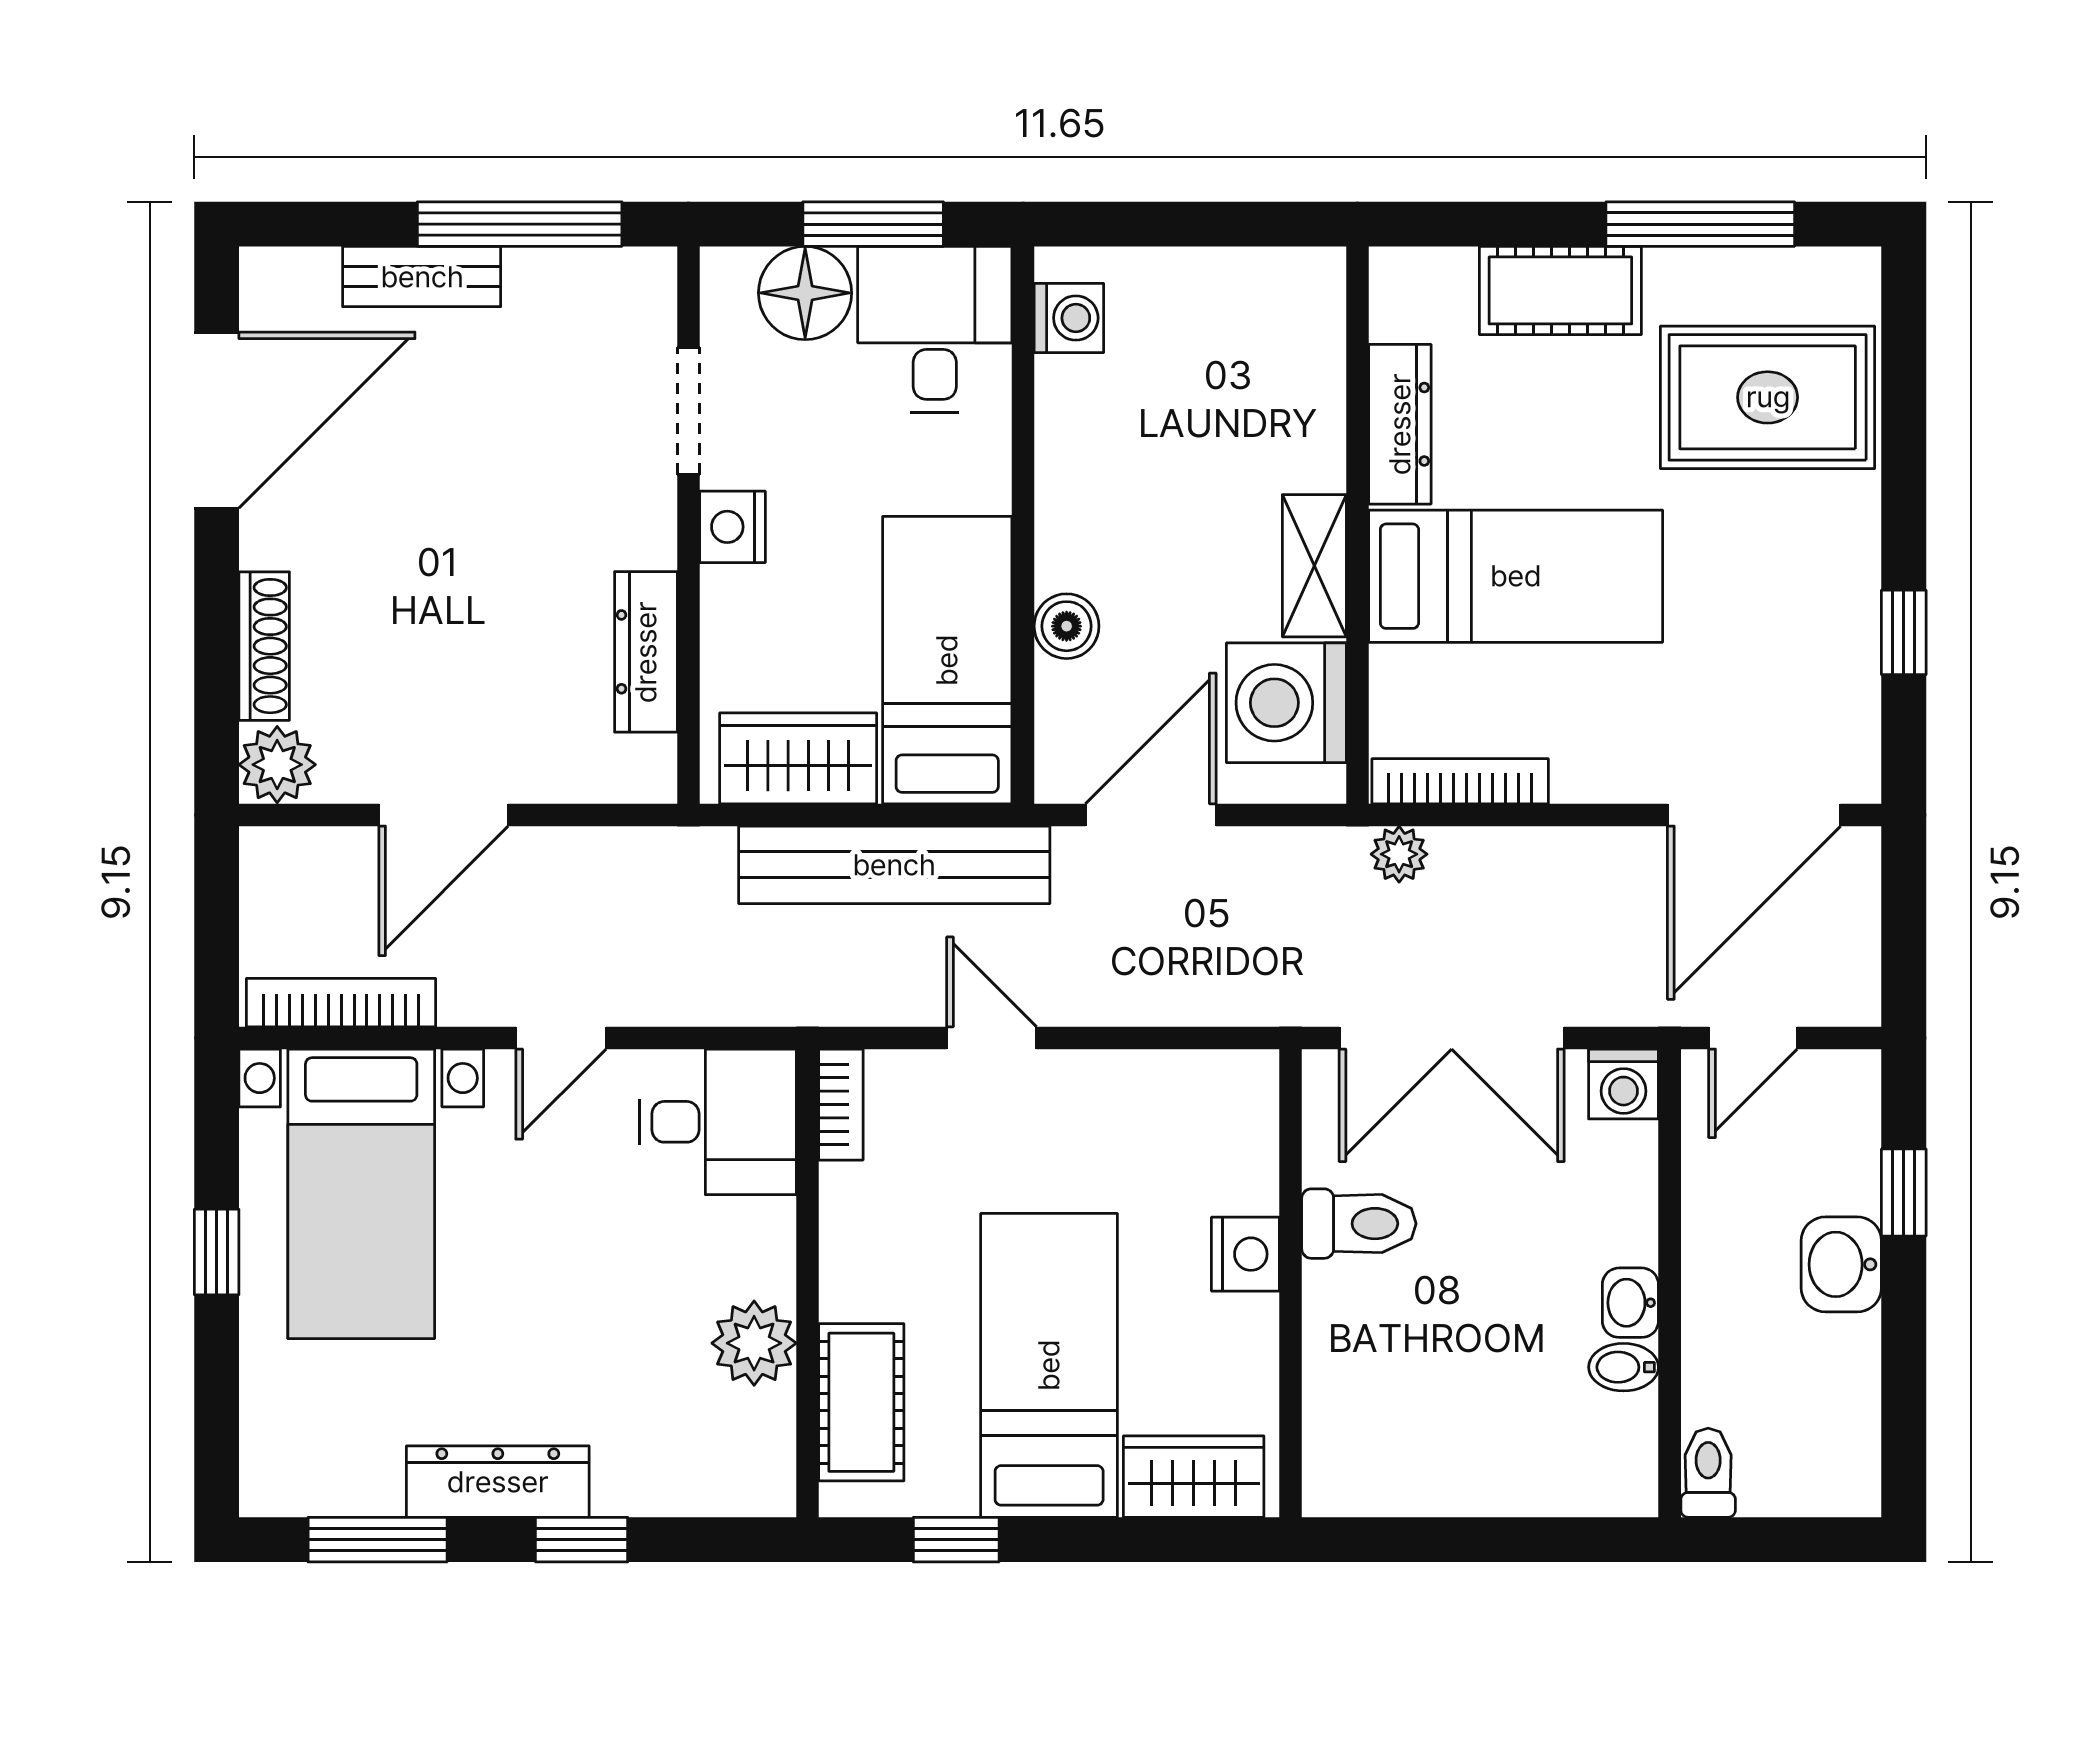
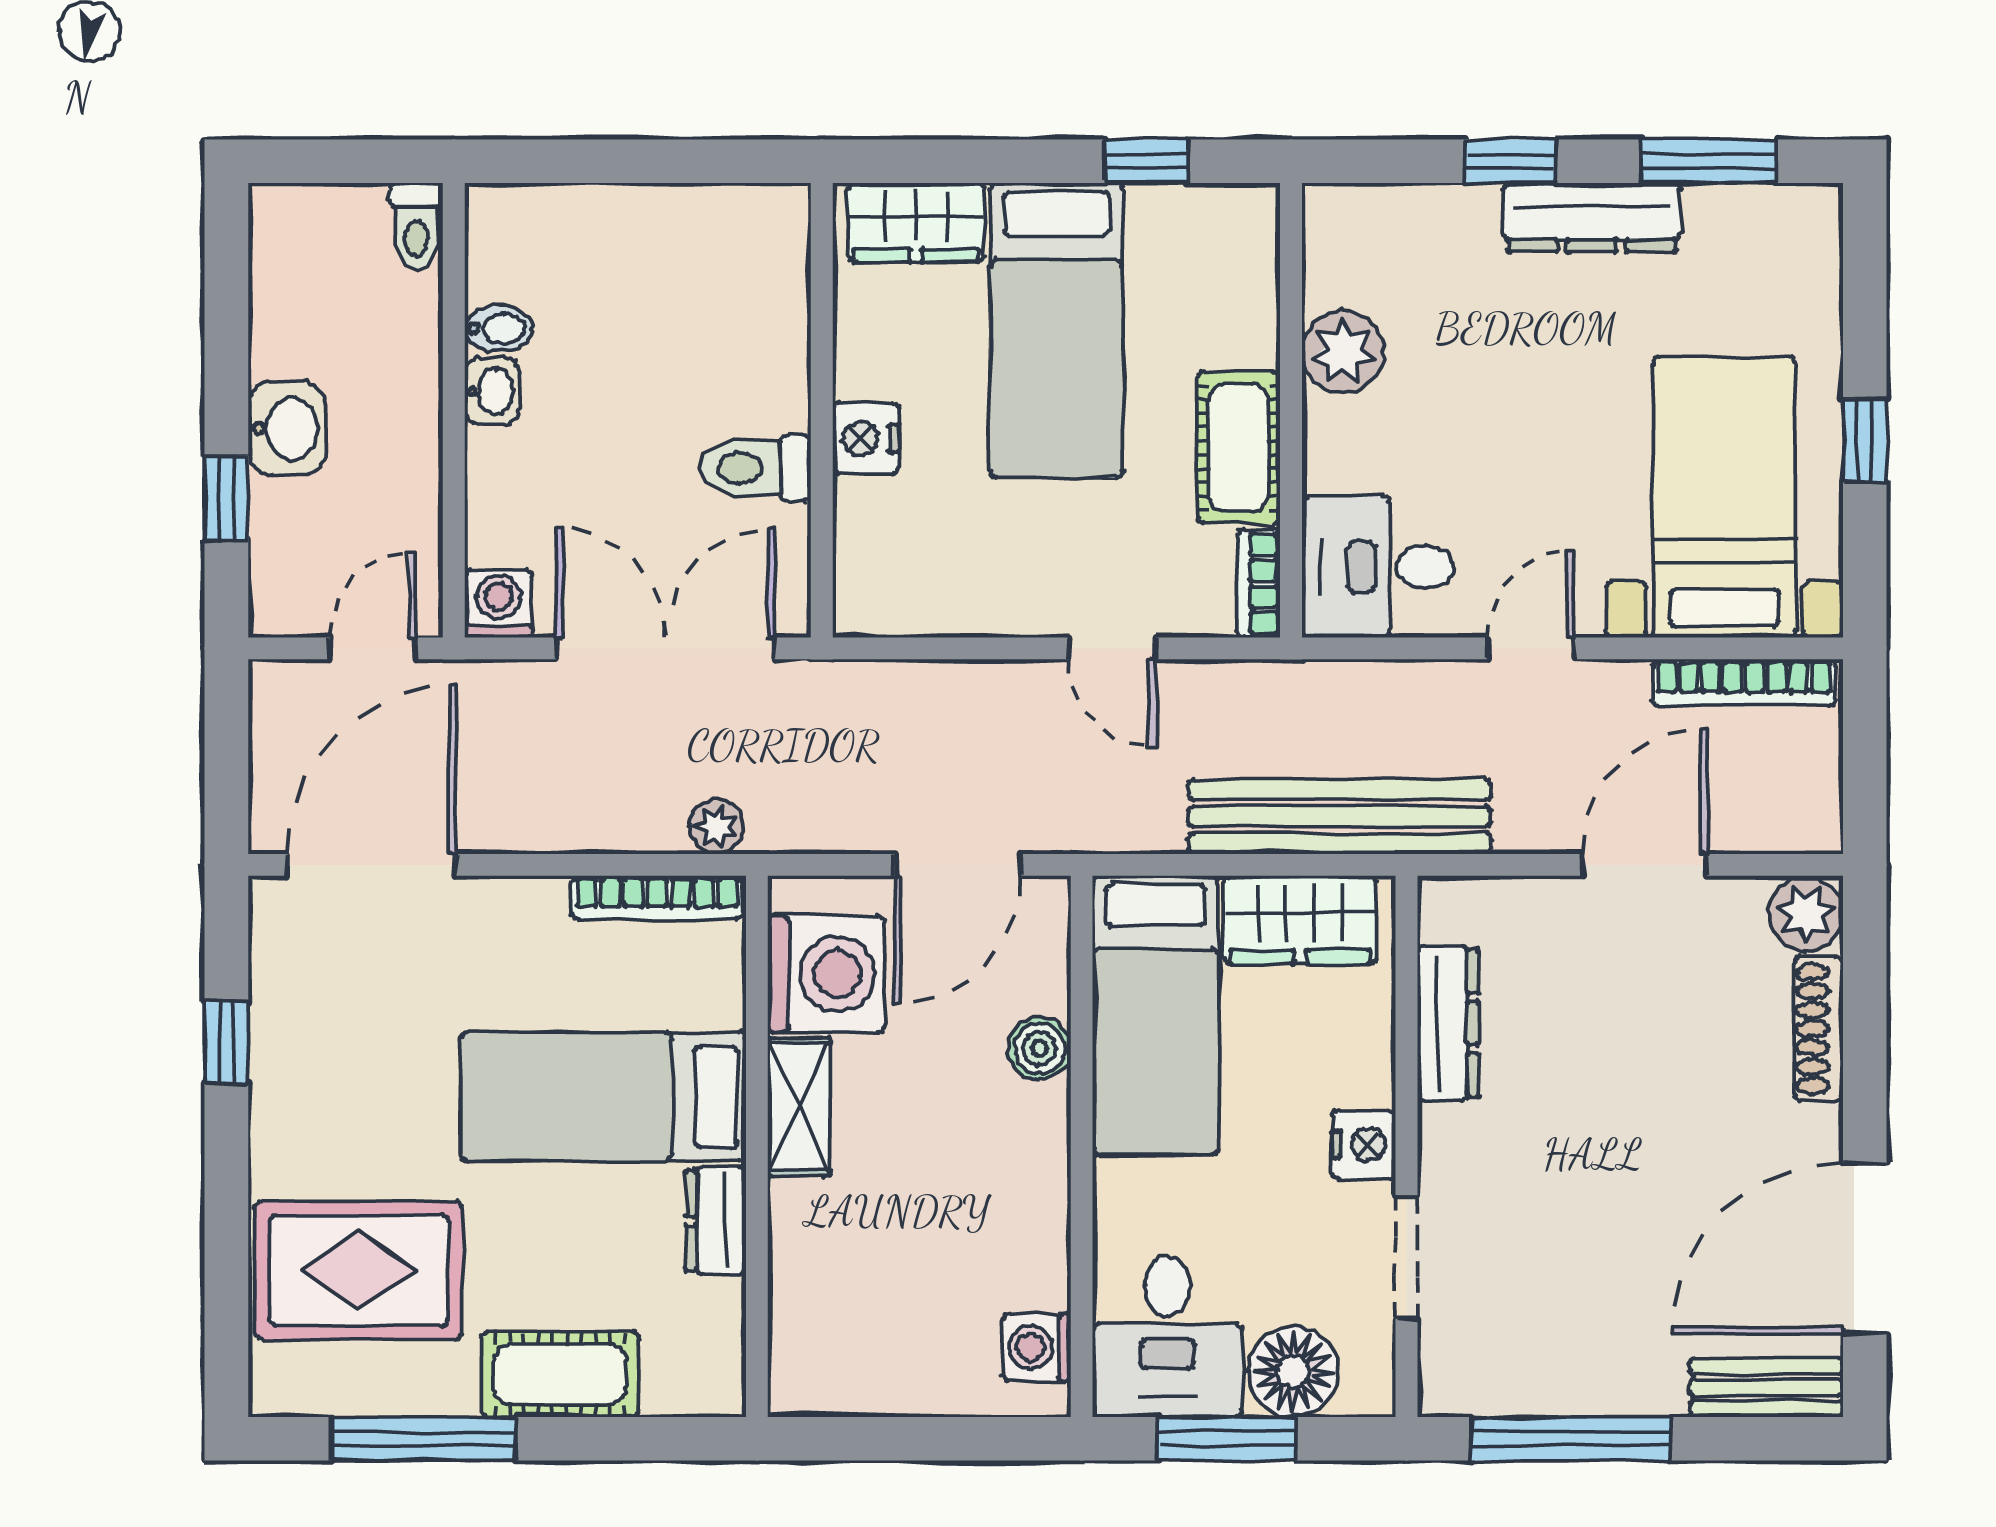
bench: (422, 277) -> (1766, 1388), moved
dresser: (1400, 424) -> (716, 1221), width x0.70
bench: (894, 865) -> (1340, 816), moved
cot: (861, 1402) -> (1239, 448), moved

